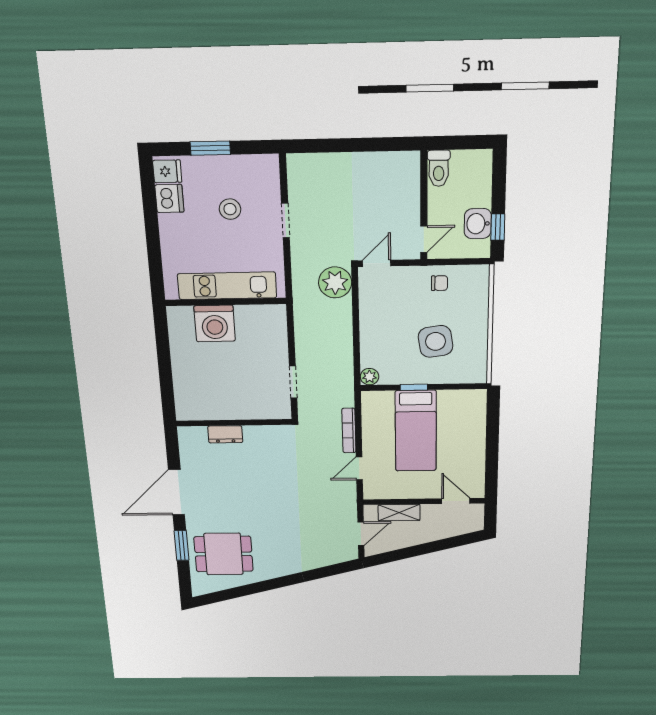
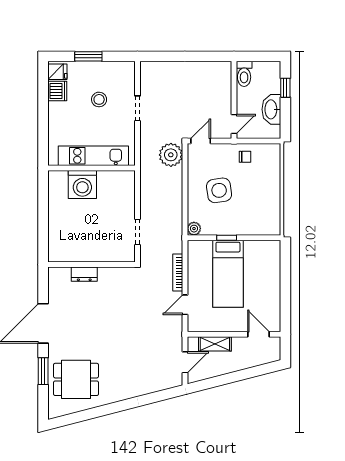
washbasin: (478, 224) -> (271, 109), width x1.38
window: (498, 227) -> (285, 88), moved
side table: (436, 341) -> (219, 190), moved

